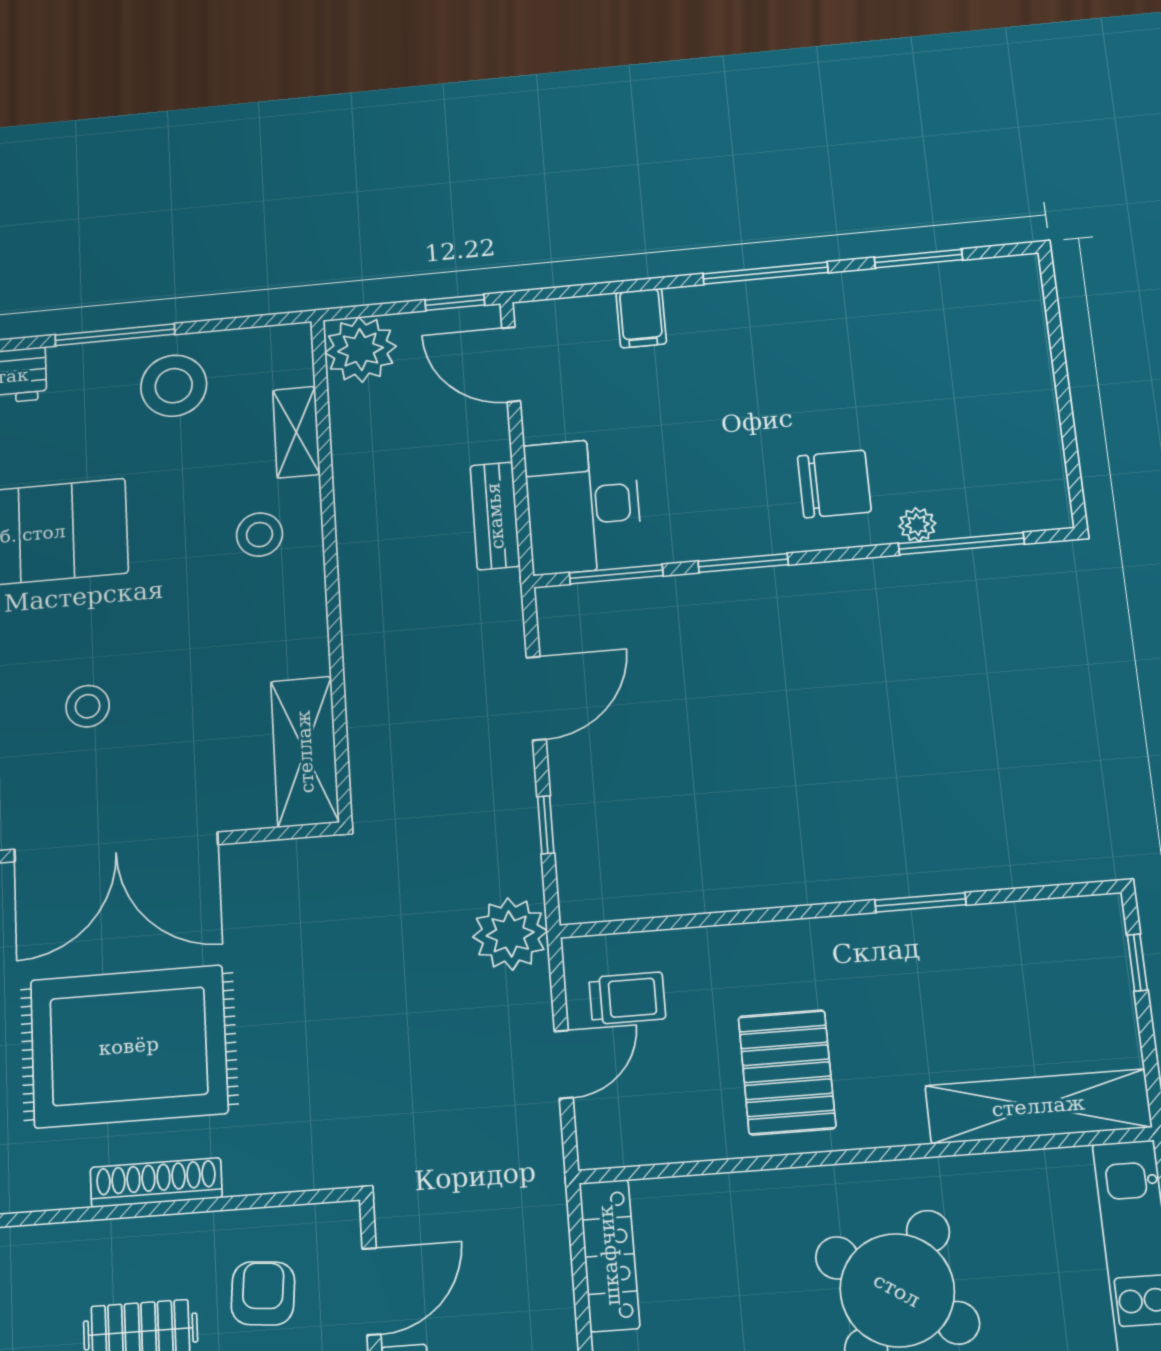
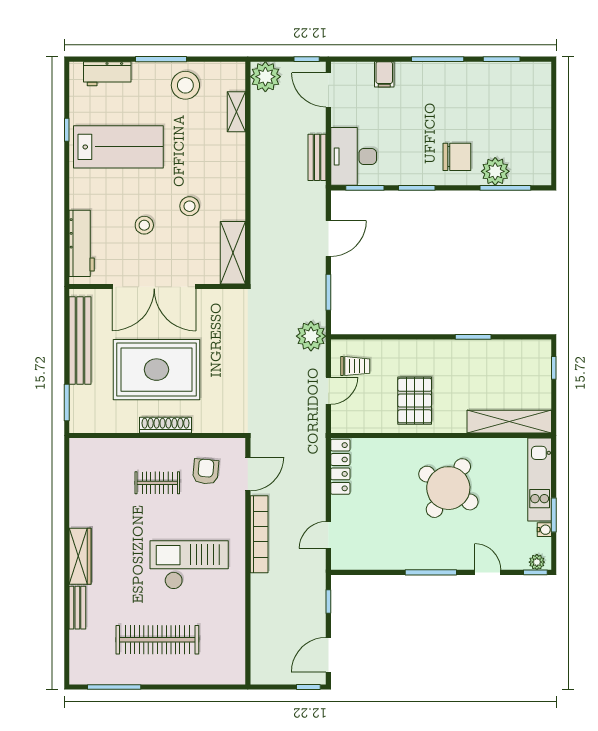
plant: (917, 525) -> (495, 171), width x1.87, depth x1.87
stool: (259, 535) -> (190, 206), moved
window: (546, 825) -> (328, 292), width x1.50

